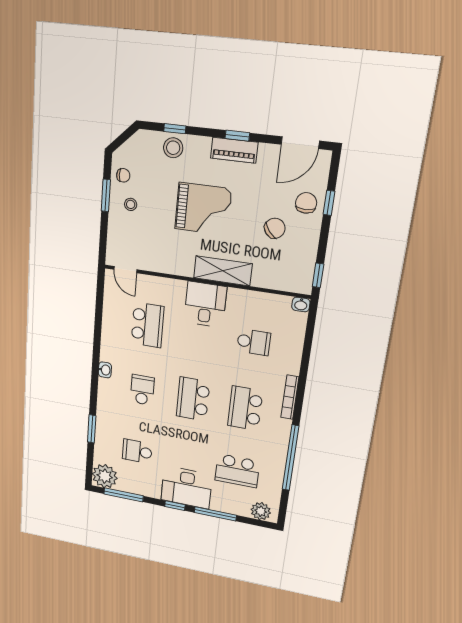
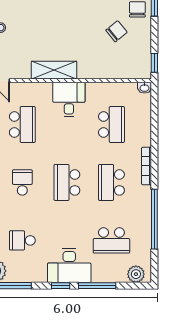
grand piano: (203, 209) -> (59, 24), removed
shelving: (223, 271) -> (54, 70), moved
school desk: (254, 342) -> (111, 124), width x1.85

